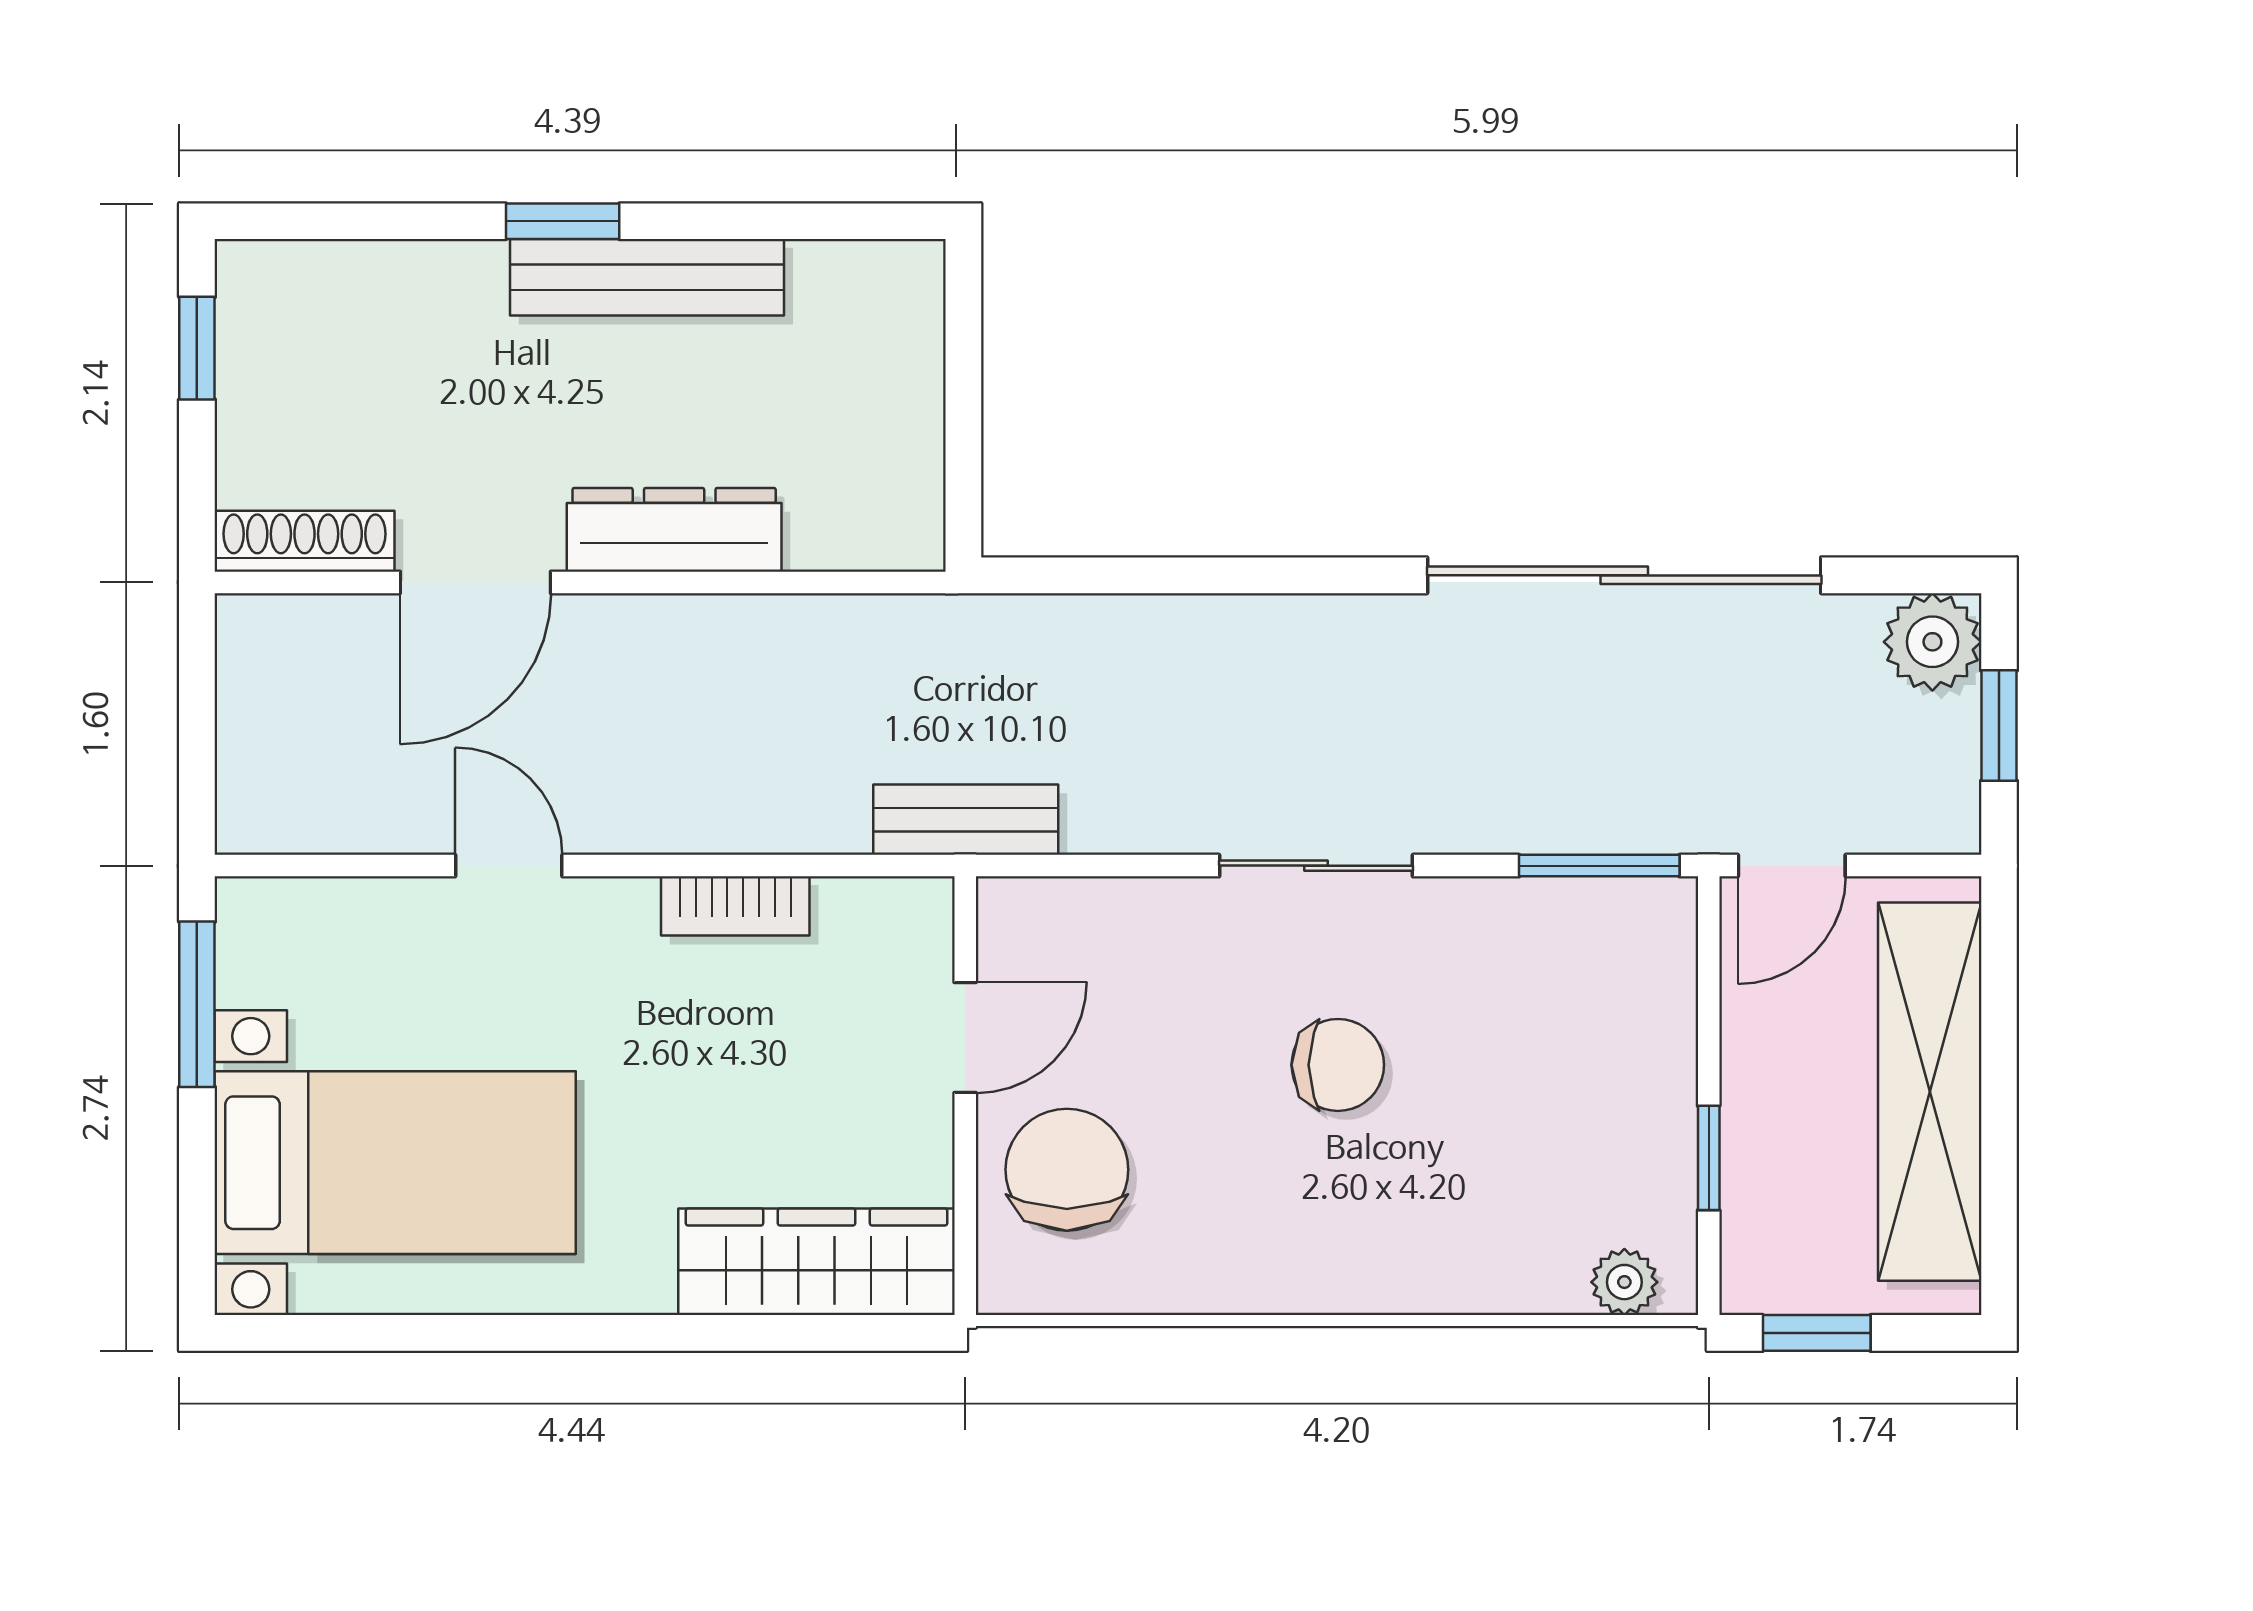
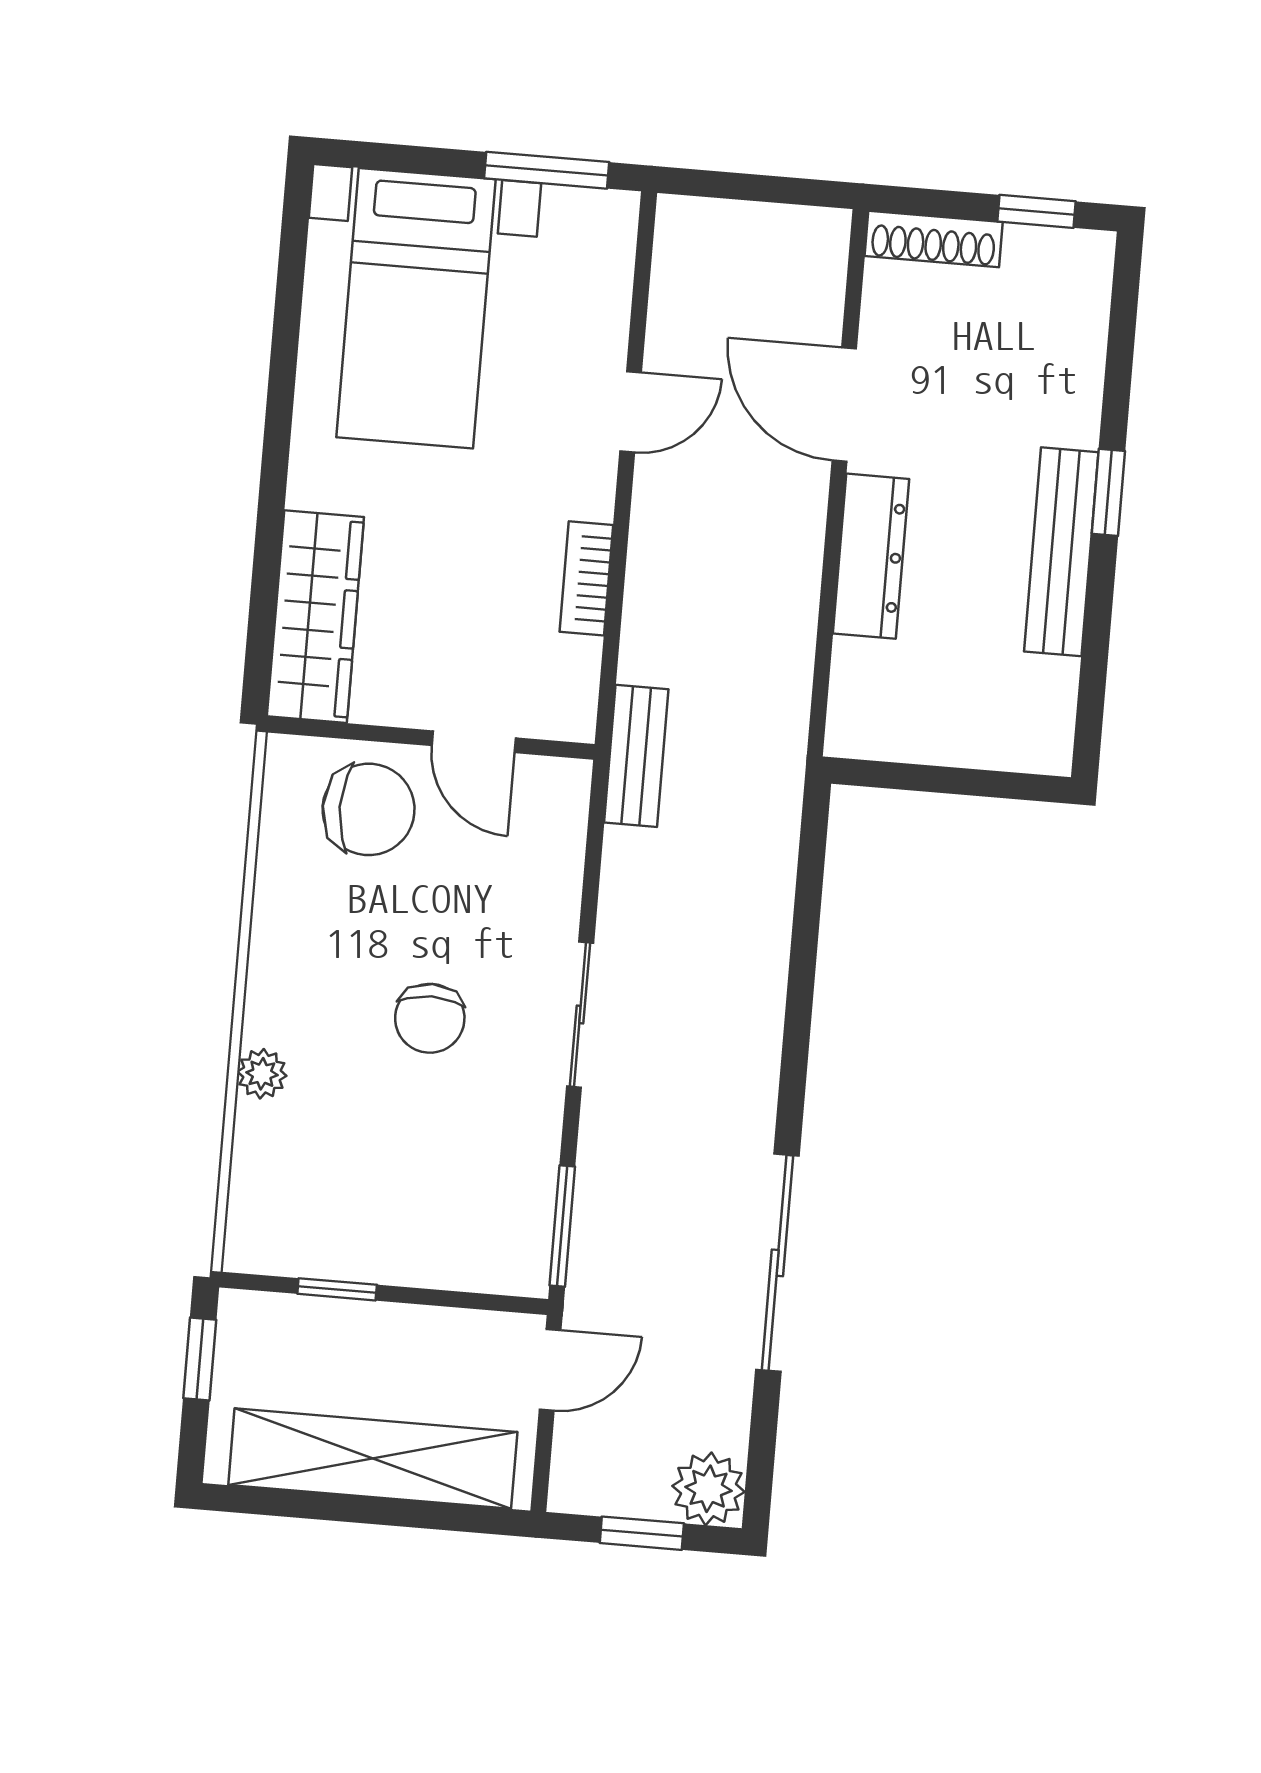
shoe rack: (305, 541) -> (934, 239), moved, turned 90
sliding door: (1624, 575) -> (777, 1263), width x0.73
door: (1792, 866) -> (550, 1370), swing flipped
plant: (1624, 1282) -> (262, 1074), moved

